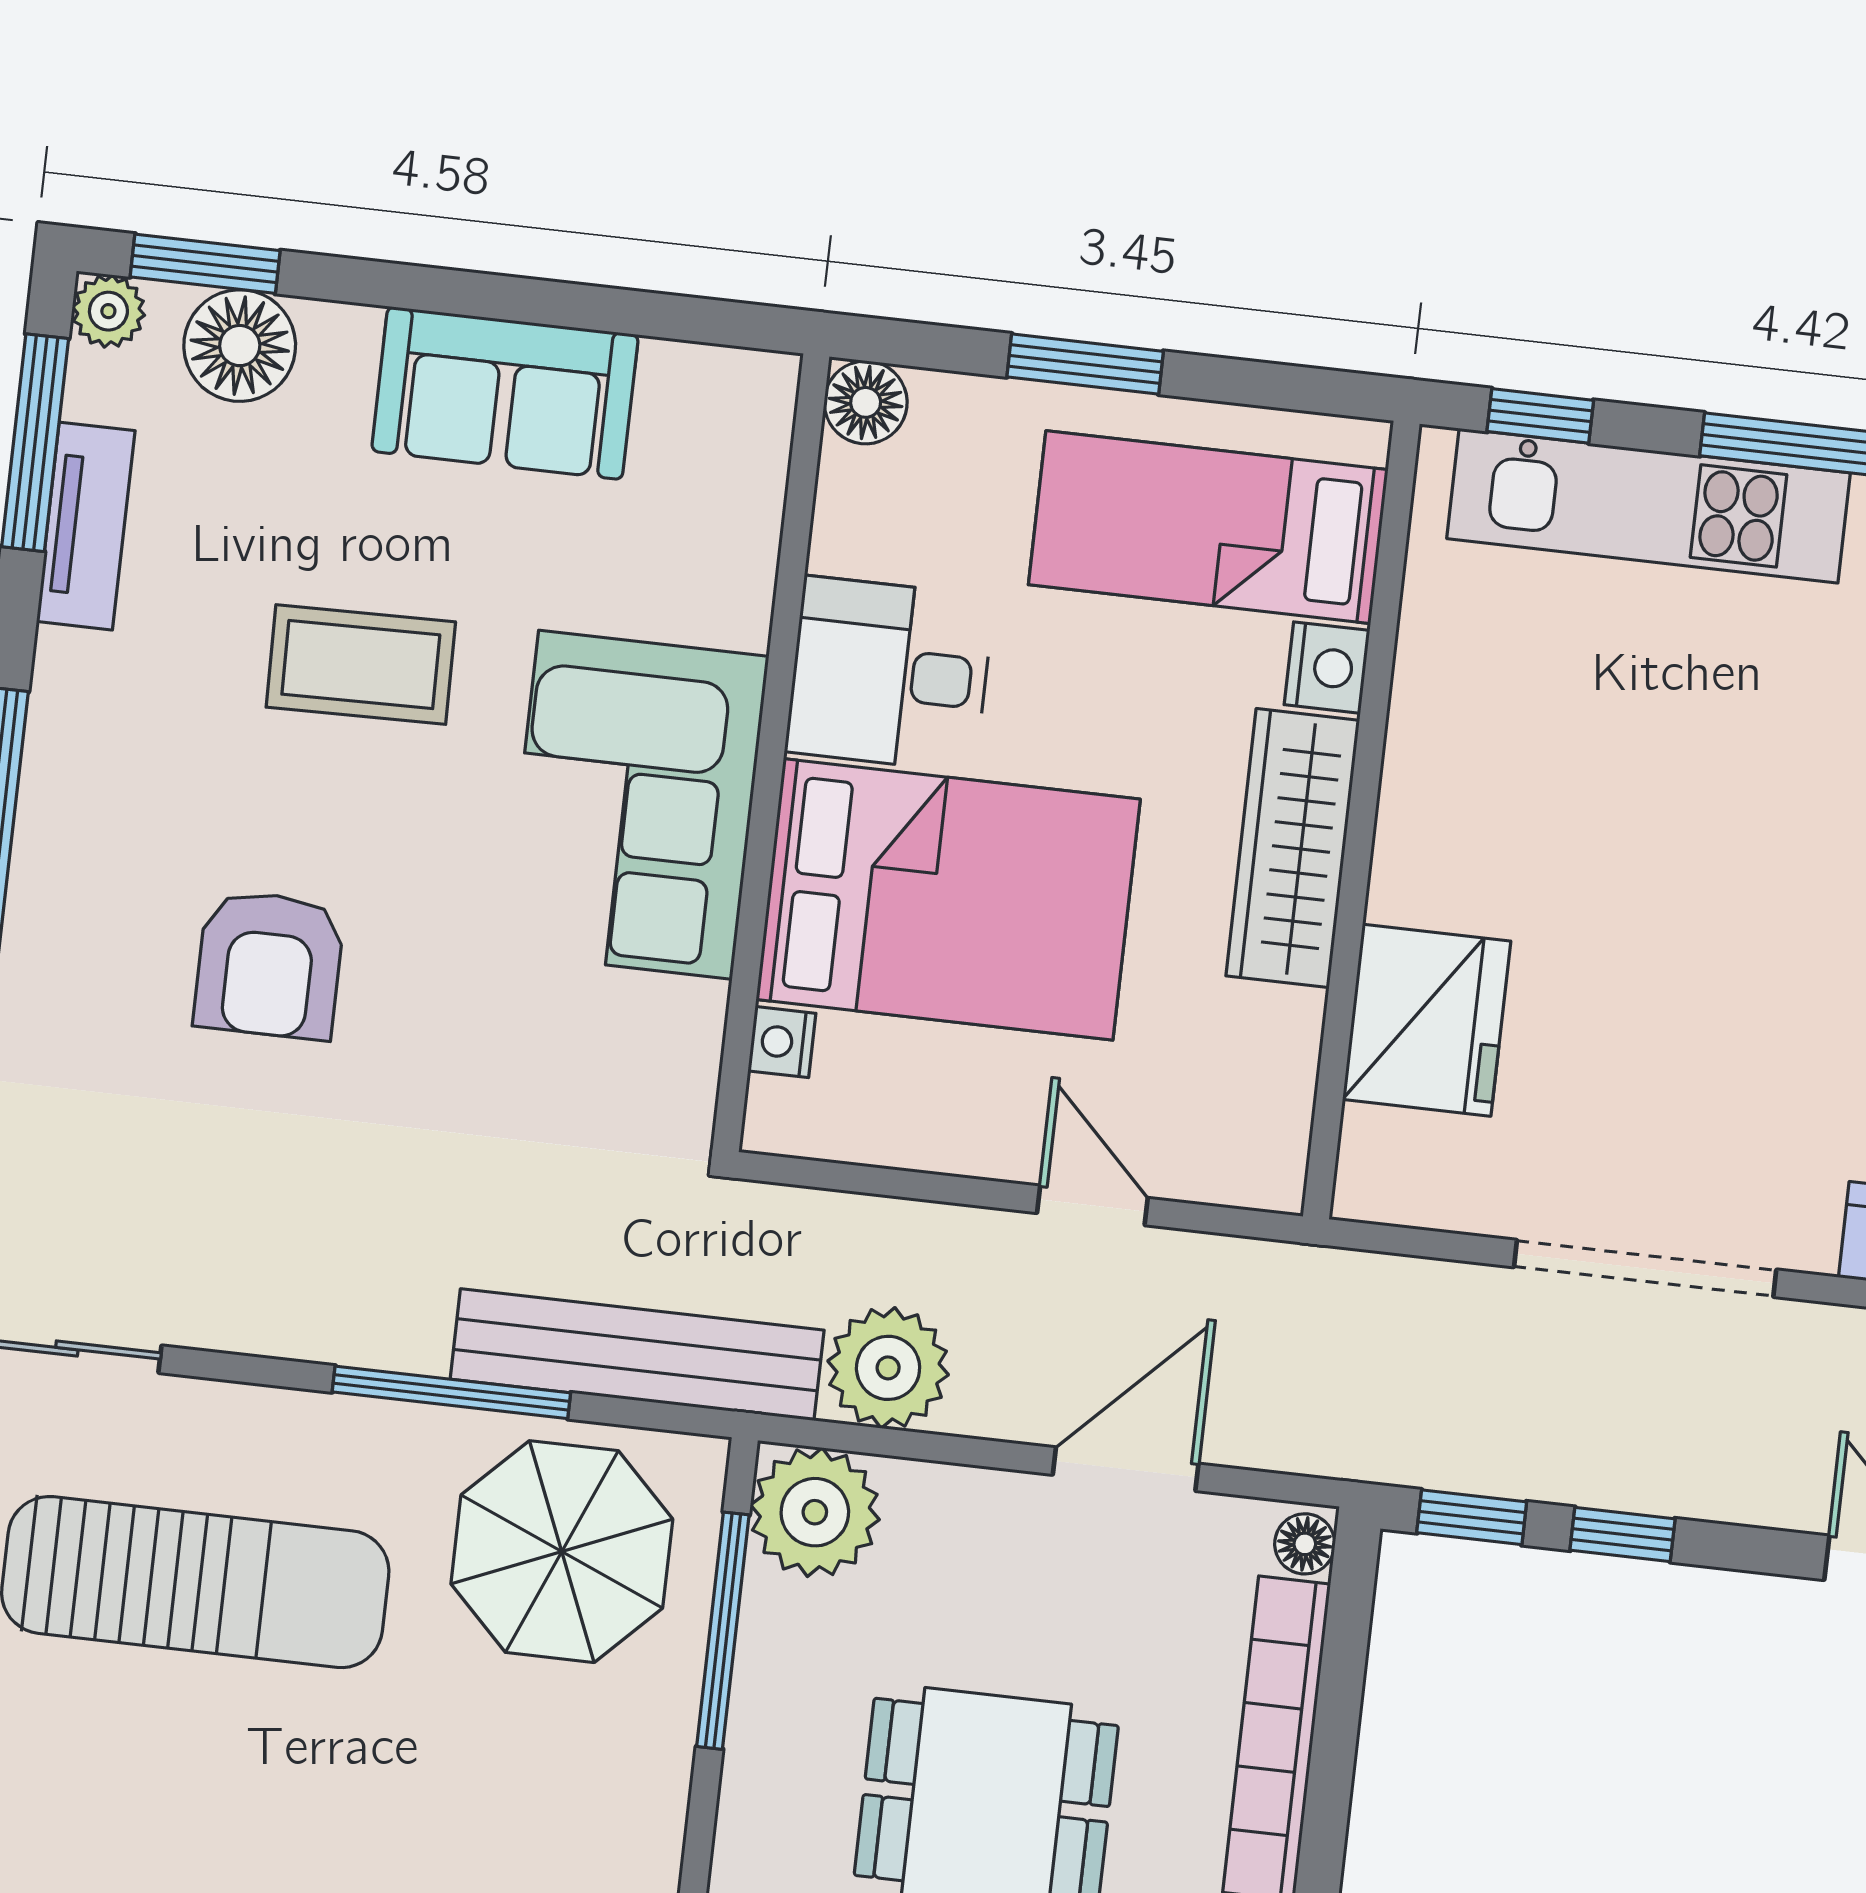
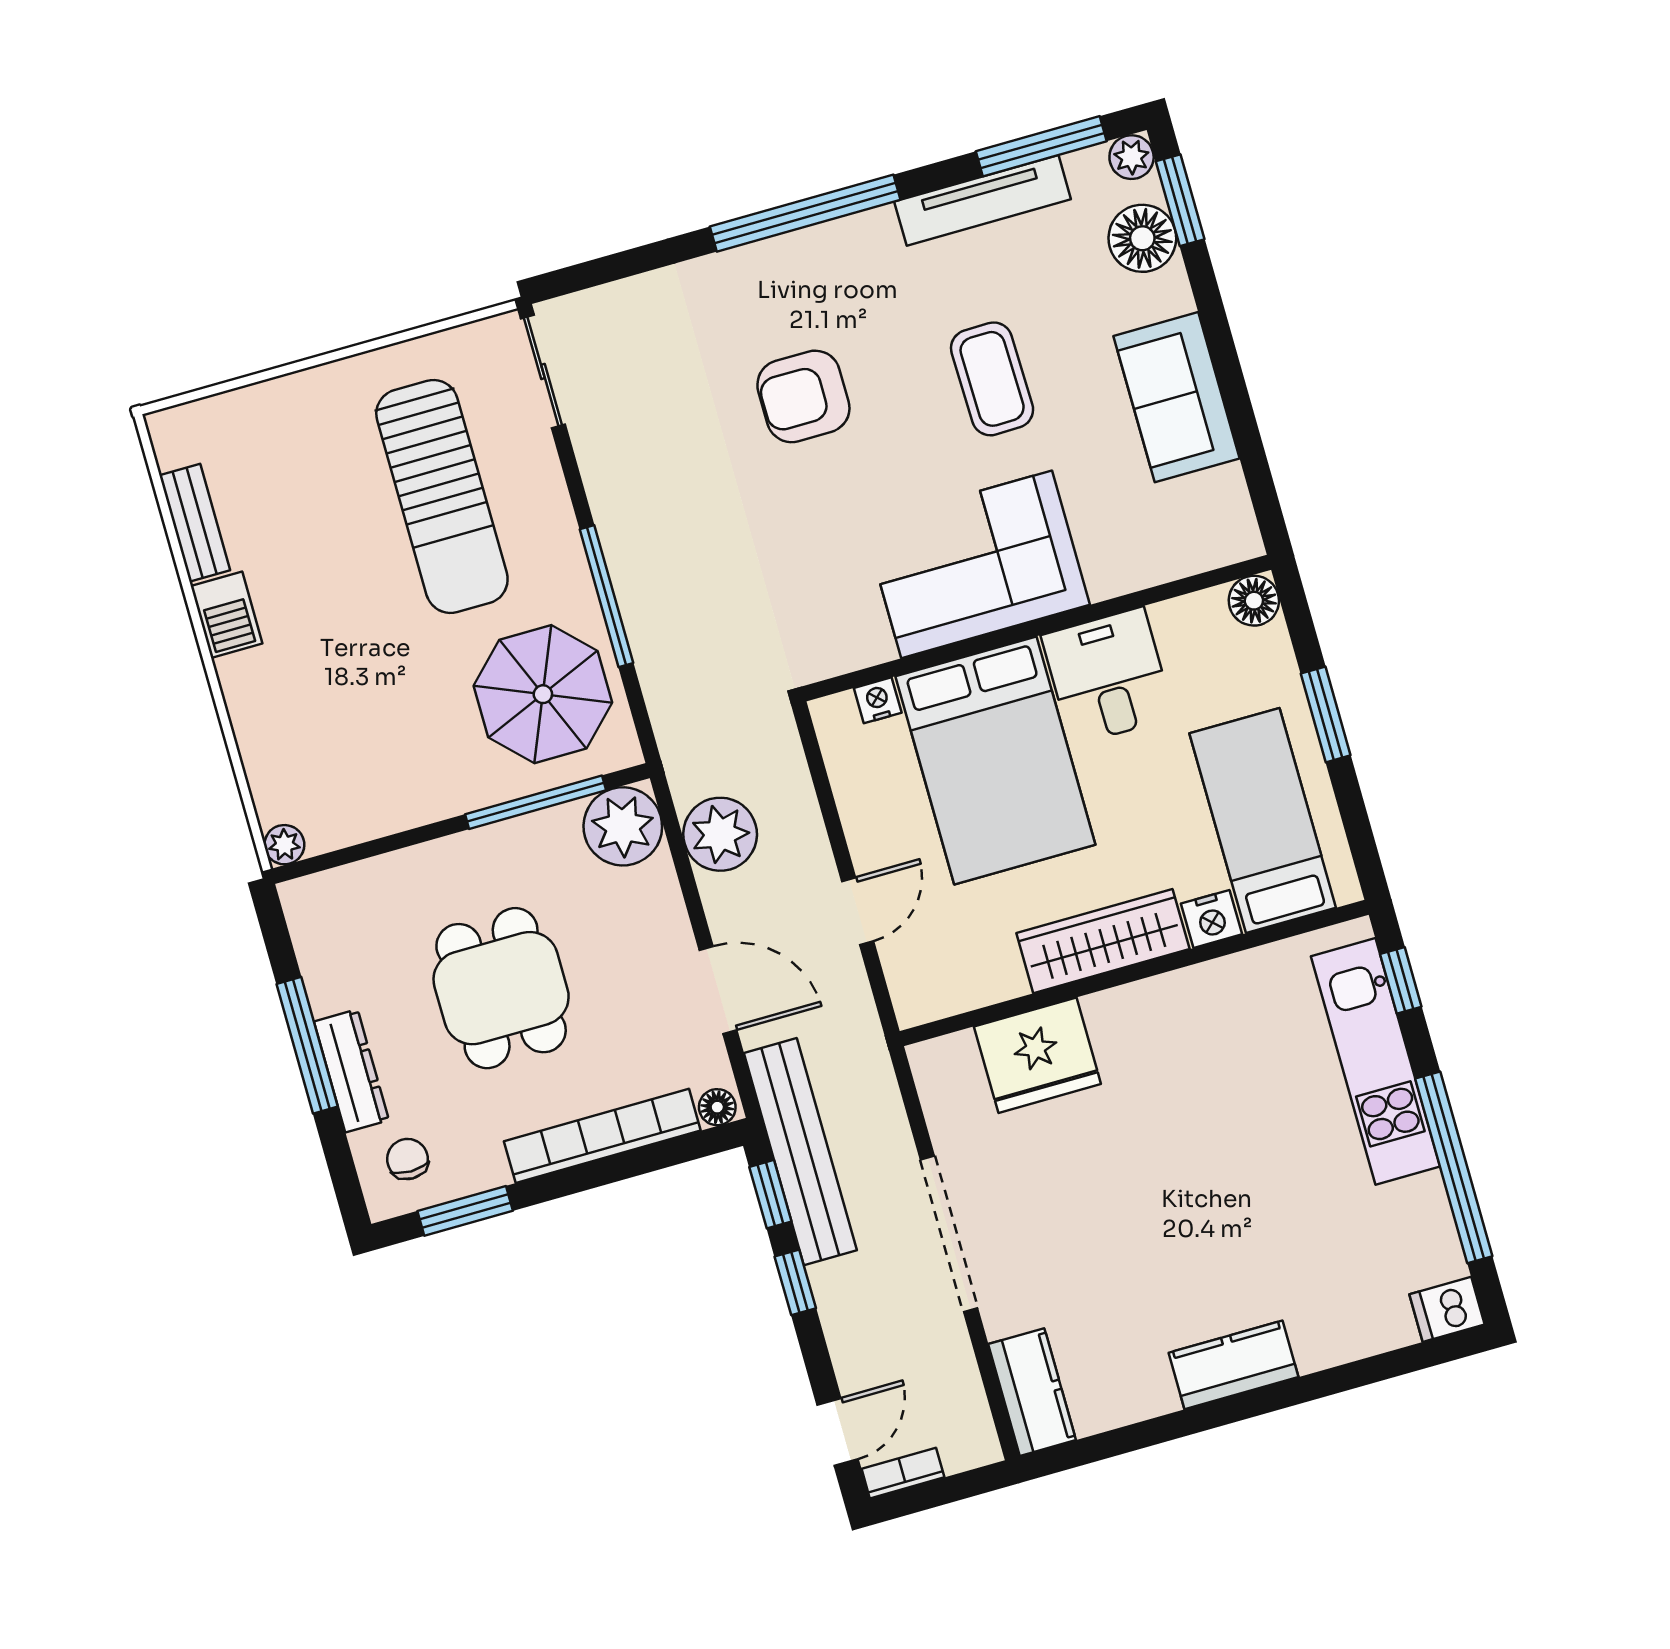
tv unit: (86, 526) -> (983, 200), width x1.41
bench: (637, 1355) -> (800, 1152), moved

